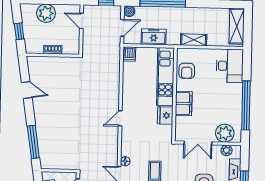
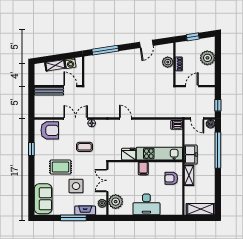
door: (81, 21) -> (192, 86), moved
freezer: (154, 37) -> (191, 155), moved
plant: (50, 63) -> (168, 62), added
desk: (230, 66) -> (146, 204), moved
armchair: (187, 71) -> (171, 178), moved
filing cabinet: (184, 104) -> (143, 169), width x0.50
window: (246, 105) -> (138, 218), removed

